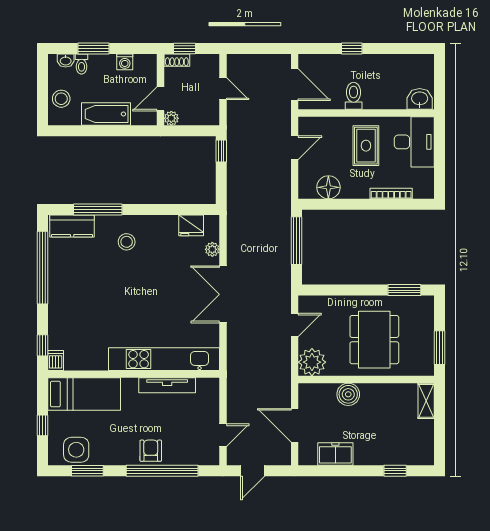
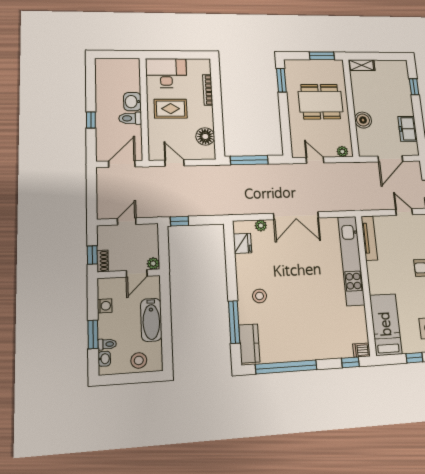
door: (160, 99) -> (137, 273), hinge flipped
washbasin: (420, 99) -> (132, 102), moved
plant: (312, 362) -> (342, 151), width x0.53, depth x0.53
tv unit: (167, 385) -> (369, 238), moved

